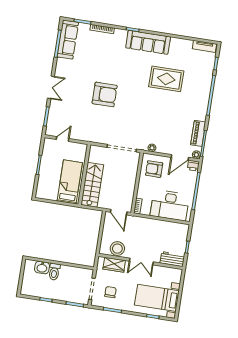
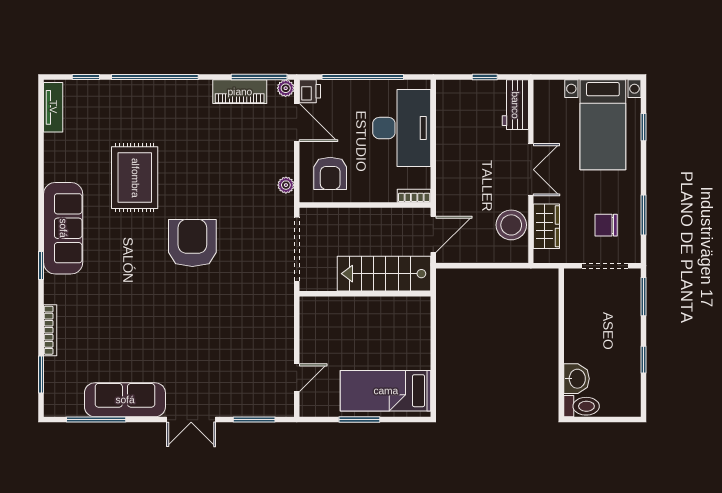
sofa: (68, 40) -> (125, 400), moved
double door: (51, 87) -> (191, 420), swing flipped
armchair: (105, 94) -> (192, 243), moved
door: (63, 139) -> (297, 378), swing flipped
wall: (84, 175) -> (365, 294), moved
bed: (70, 182) -> (386, 391), moved
stairs: (92, 185) -> (384, 274), moved
toilet: (54, 272) -> (582, 406), moved

